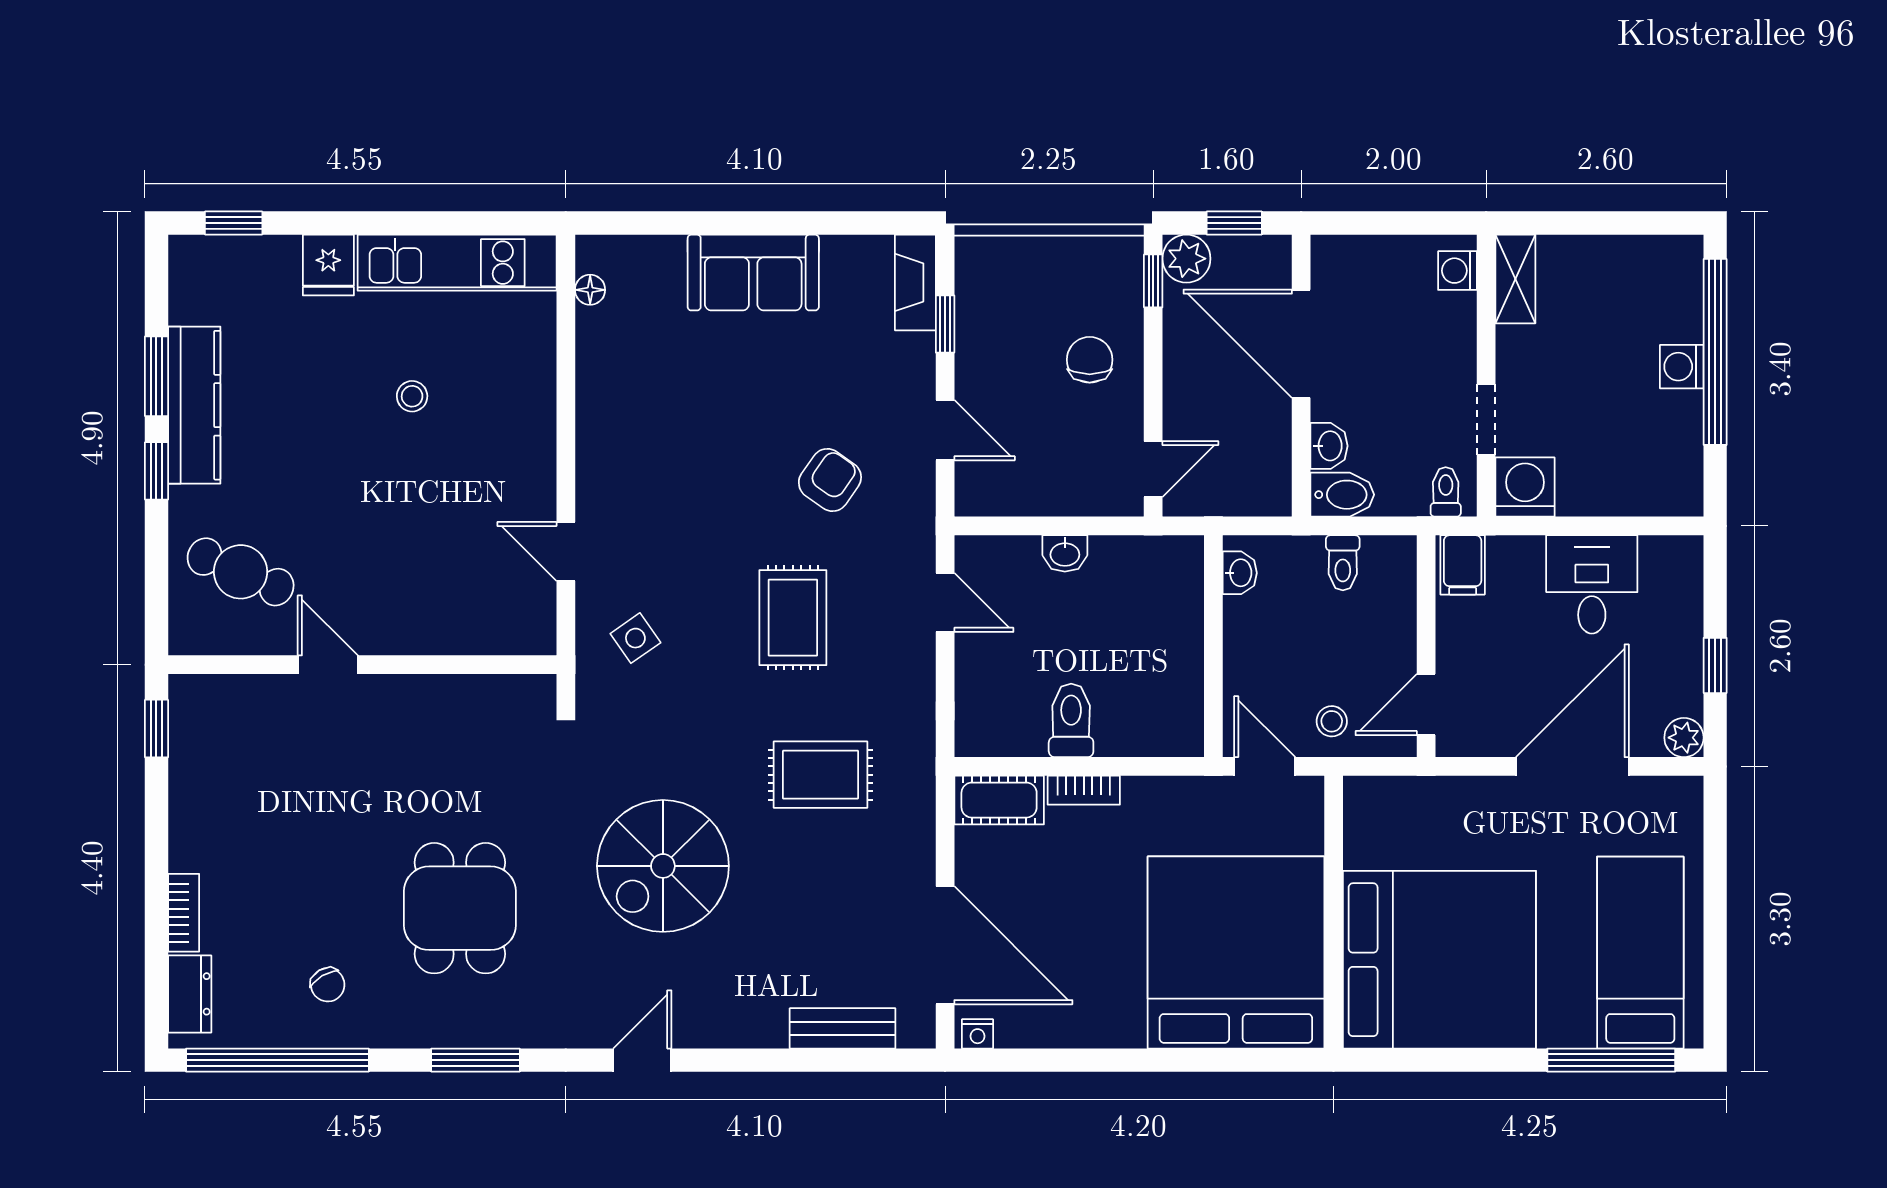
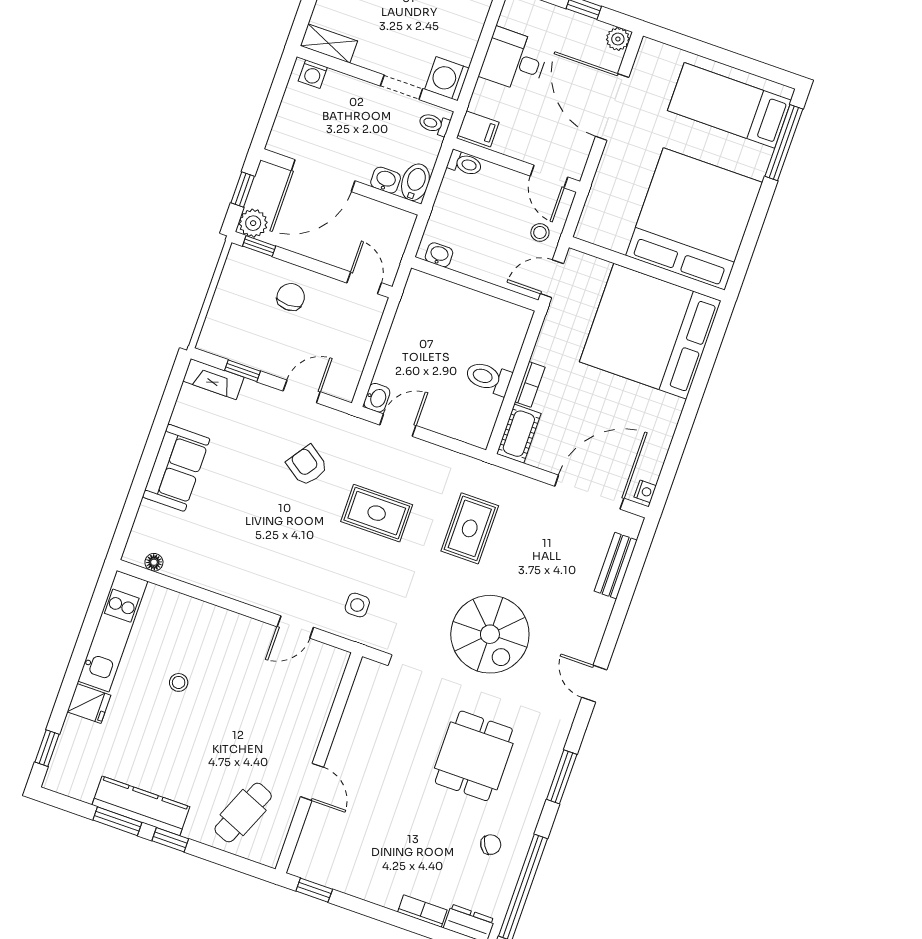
chair: (1090, 360) -> (291, 297), turned 90
washbasin: (1065, 553) -> (377, 398), moved
toilet: (1343, 563) -> (465, 163), moved
side table: (635, 638) -> (357, 605), turned 35
door: (328, 665) -> (312, 782), swing flipped
dining table: (460, 908) -> (474, 756), turned 90

